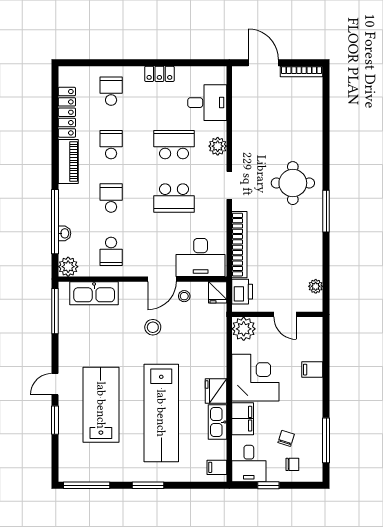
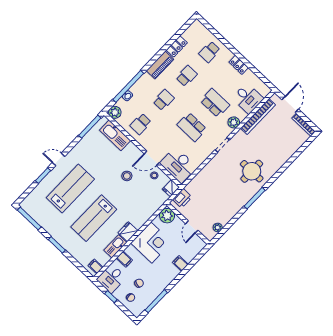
school desk: (111, 91) -> (210, 52), turned 180
locker: (67, 112) -> (177, 46), width x0.66
bookcase: (239, 245) -> (258, 117), moved
lab bench: (161, 413) -> (94, 218), width x0.73
filing cabinet: (243, 419) -> (124, 259), width x0.50

